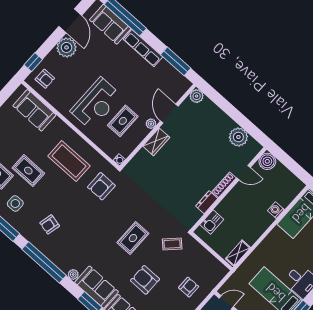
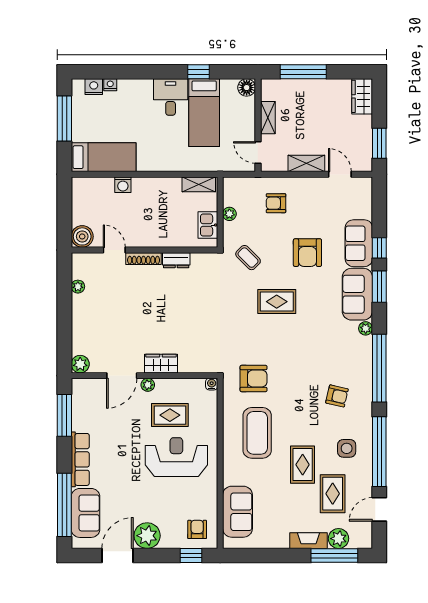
plant: (238, 137) -> (78, 287), width x0.53, depth x0.53
kitchen sink: (212, 222) -> (208, 225), moved, turned -90
plant: (206, 255) -> (229, 214), added

